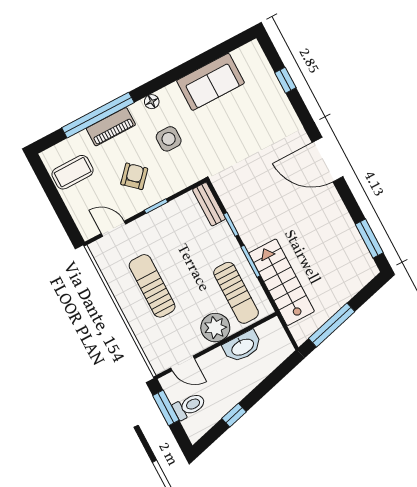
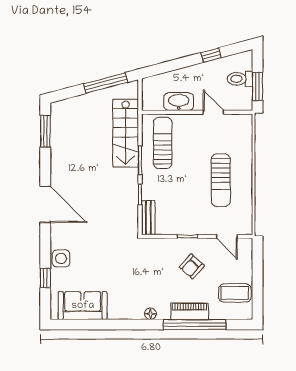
sofa: (210, 82) -> (83, 306), moved
side table: (169, 139) -> (61, 258), moved
plant: (215, 328) -> (191, 126), removed
door: (183, 363) -> (213, 112), moved

